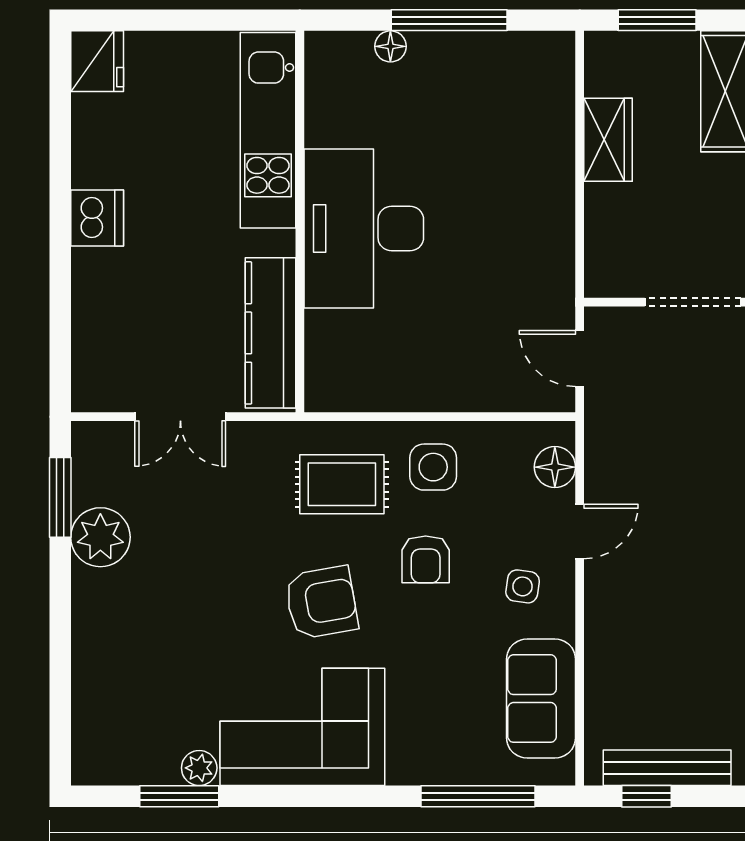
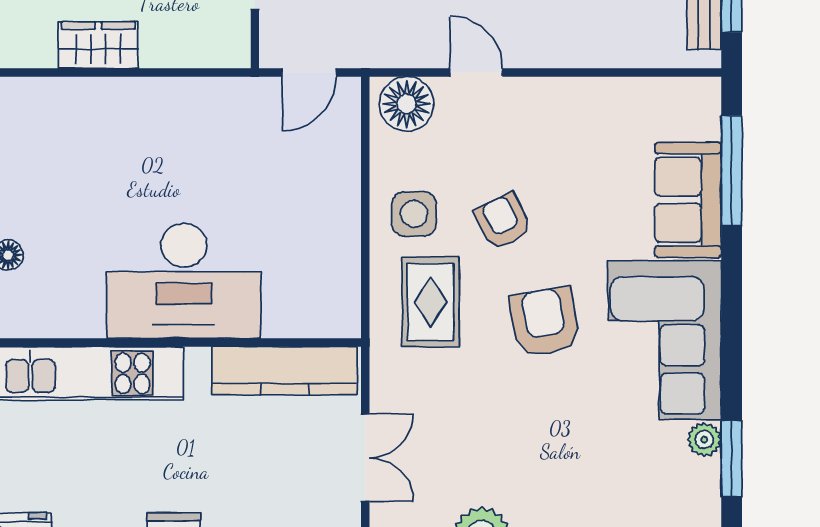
floor lamp: (555, 467) -> (406, 104), width x1.38, depth x1.38
armchair: (426, 559) -> (503, 221), turned -117
side table: (523, 586) -> (529, 128), removed
sofa: (541, 699) -> (688, 200), moved, turned 90

